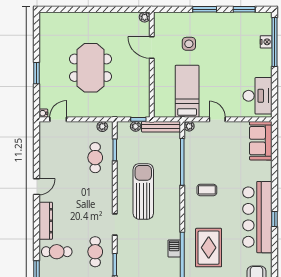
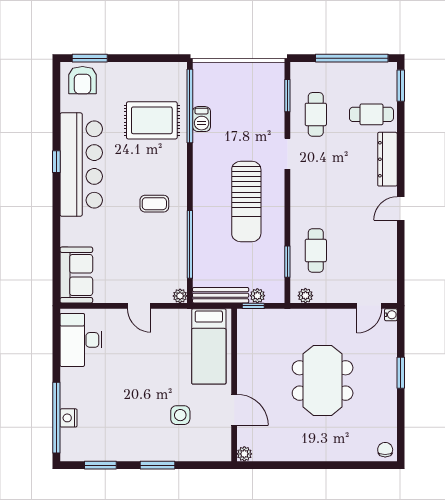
chair: (47, 20) -> (385, 450), added
bed: (187, 91) -> (209, 346), moved
rug: (209, 248) -> (152, 120), turned 90

